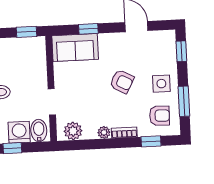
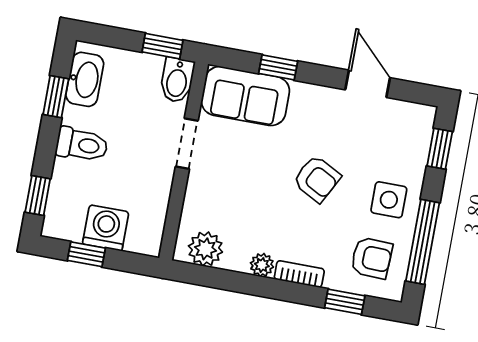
window: (184, 101) -> (423, 242), width x1.44
doorway: (52, 102) -> (187, 144), moved
bidet: (39, 131) -> (177, 80), moved, turned 180

